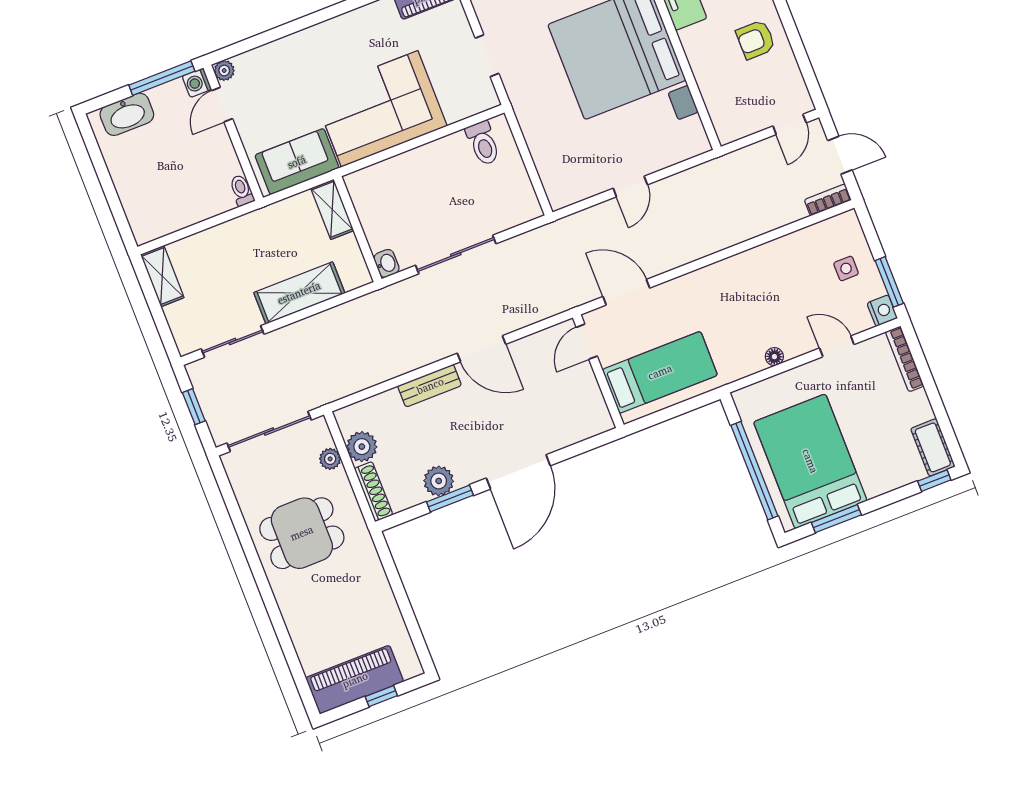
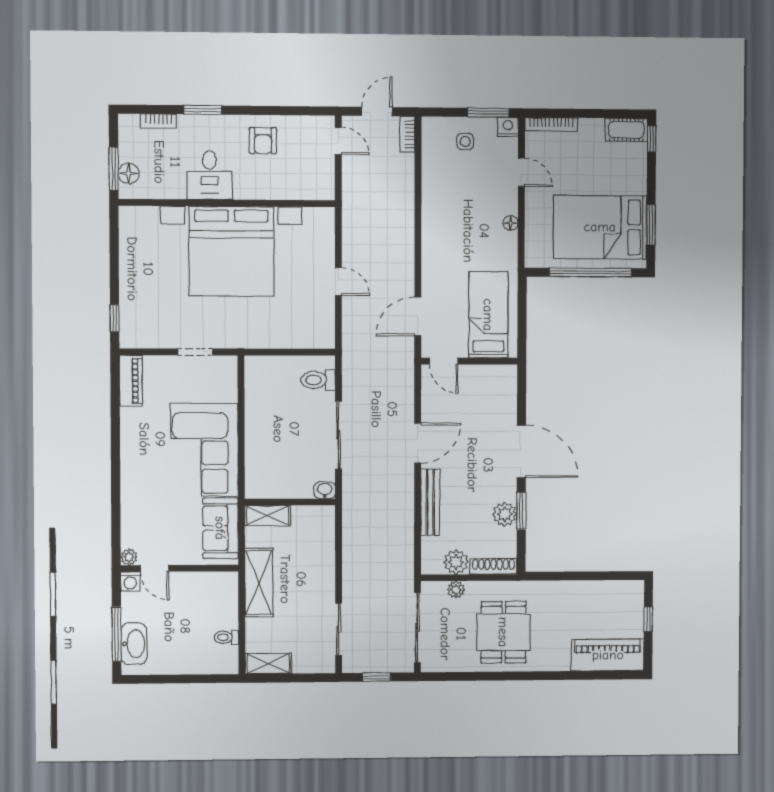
window: (162, 78) -> (117, 634), moved
toilet: (483, 143) -> (318, 380), moved, turned 180
toilet: (242, 190) -> (226, 637), moved
shelving: (299, 293) -> (259, 582), moved
door: (837, 346) -> (521, 172), swing flipped
bench: (430, 386) -> (430, 502), width x1.36
piano: (355, 680) -> (608, 655), moved, turned 90

